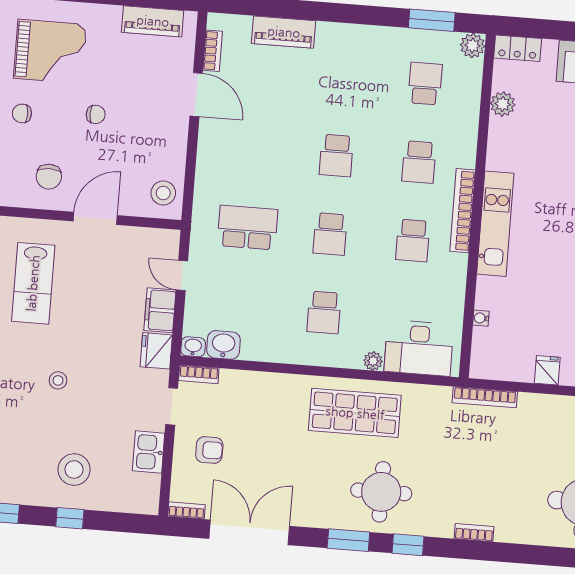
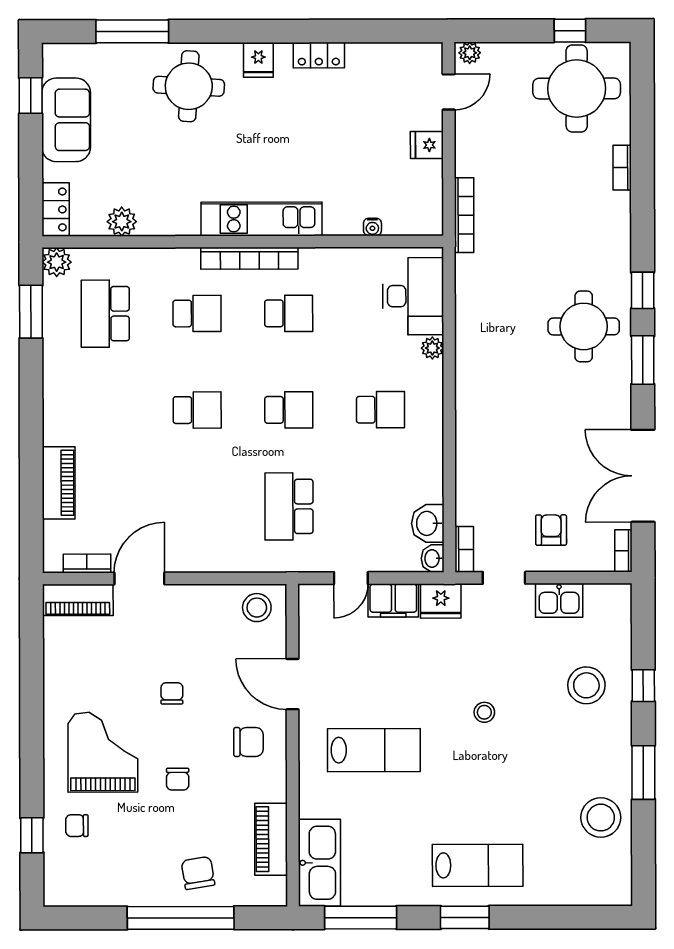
piano: (153, 21) -> (78, 600), moved, turned 90
school desk: (425, 84) -> (105, 314), width x1.85
shop shelf: (355, 413) -> (494, 364), removed
bookcase: (474, 533) -> (622, 168), moved

